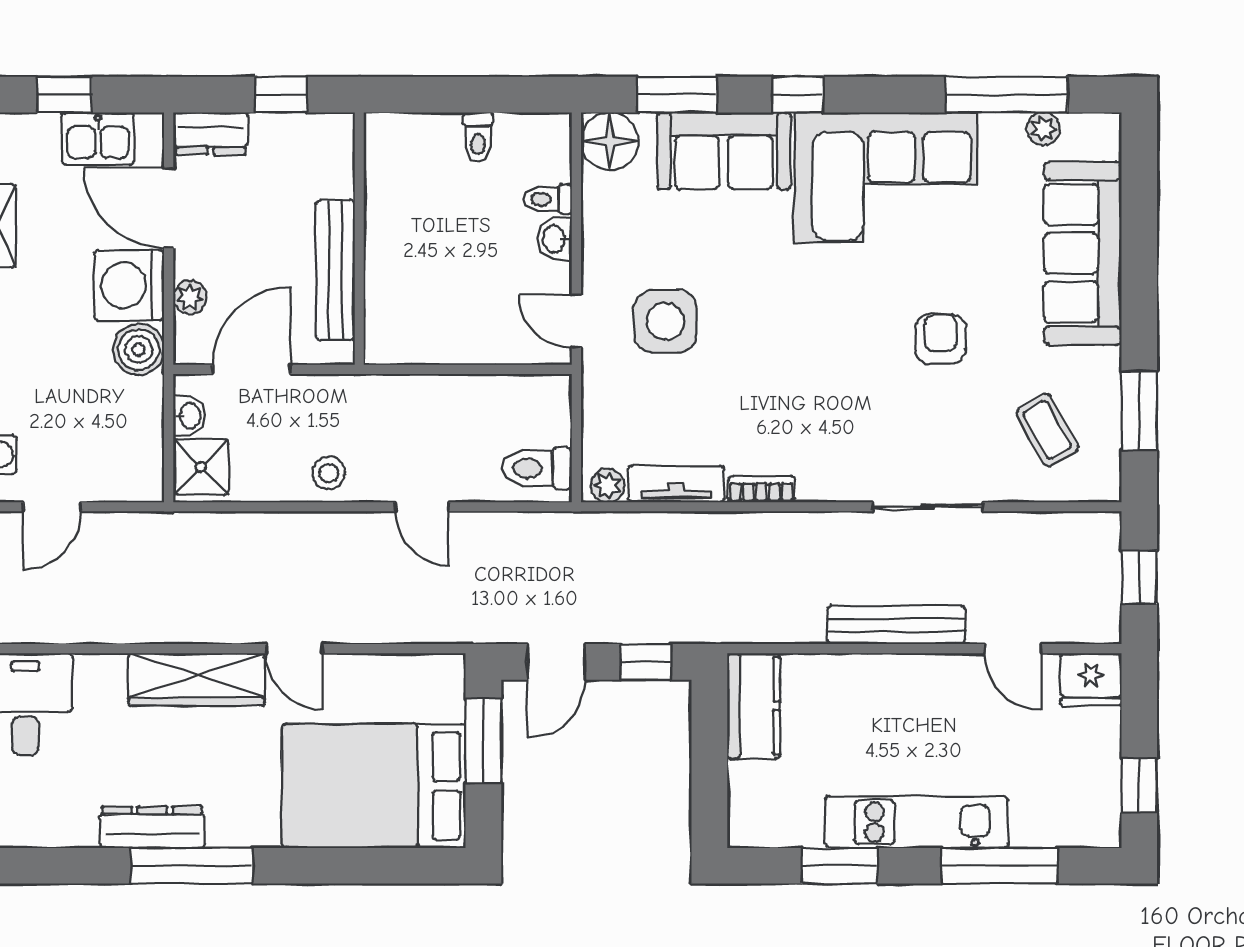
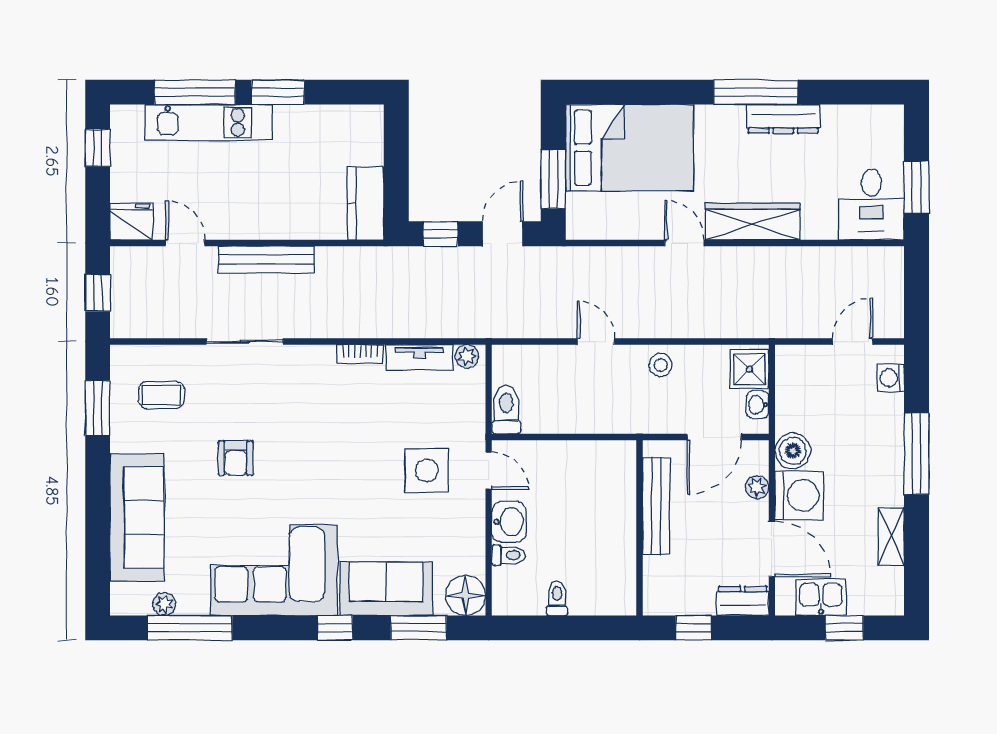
washbasin: (555, 239) -> (509, 522), width x1.38, depth x1.45
coffee table: (1047, 430) -> (162, 395), turned -61
toilet: (537, 468) -> (506, 410), moved, turned -90
kitchen unit: (917, 822) -> (208, 122), moved
window: (840, 866) -> (278, 92), moved

